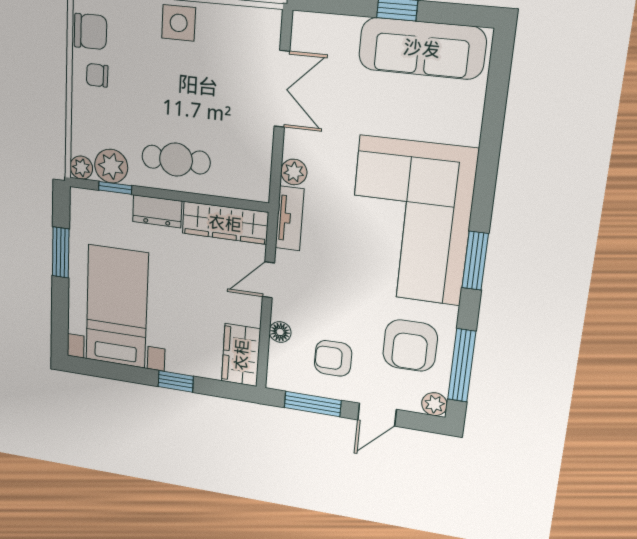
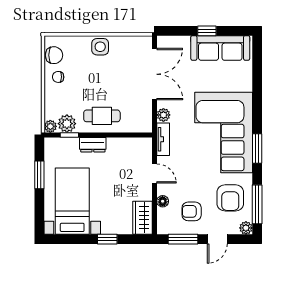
double door: (282, 89) -> (155, 74), width x1.37
wardrobe: (225, 223) -> (130, 146), removed
door: (268, 280) -> (155, 173), swing flipped

